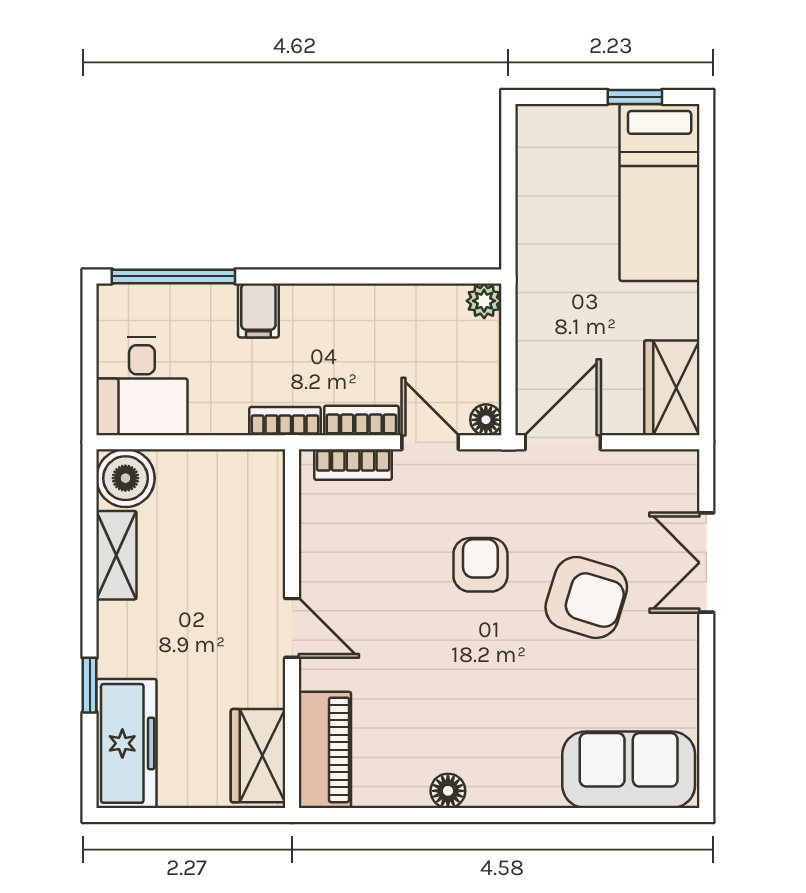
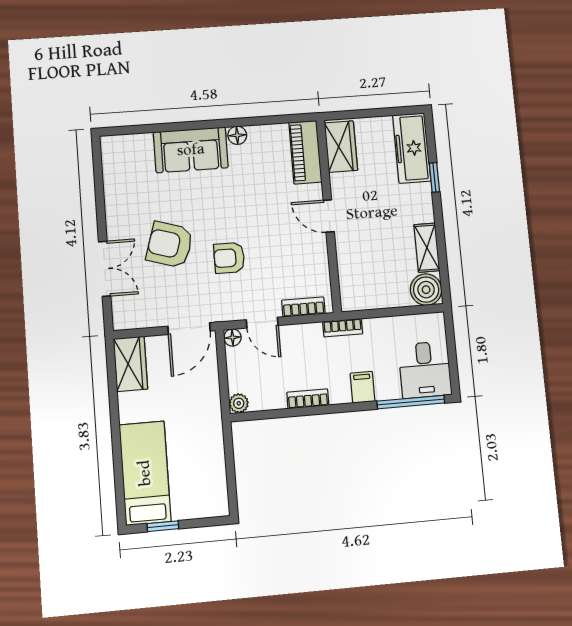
desk: (142, 386) -> (425, 370), moved, turned 180
bookcase: (361, 420) -> (308, 399), moved, turned 180
armchair: (480, 565) -> (229, 258), turned 90
sofa: (629, 770) -> (191, 150), moved

